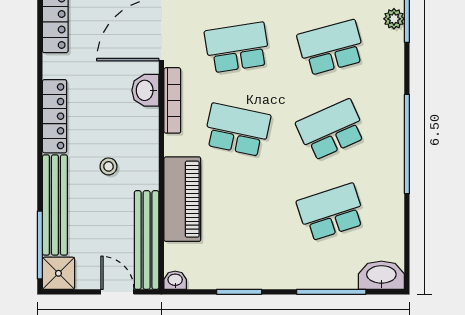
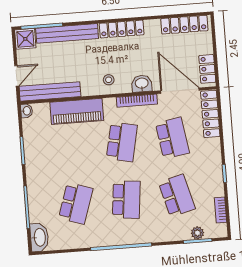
school desk: (331, 130) -> (126, 200), turned 30
stool: (109, 166) -> (109, 80), moved
school desk: (331, 212) -> (76, 203), turned 36

